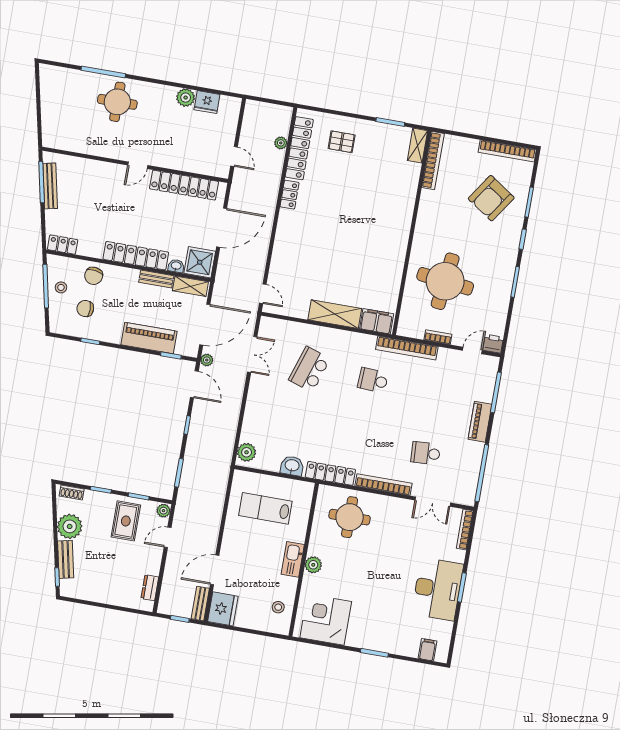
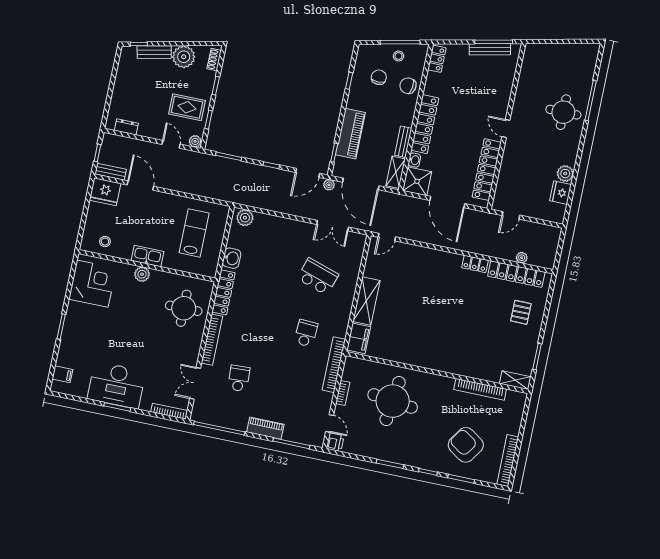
bookcase: (433, 161) -> (480, 389), moved

